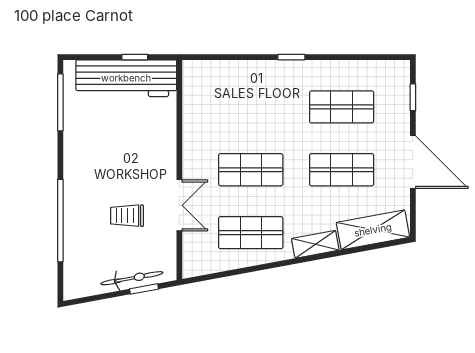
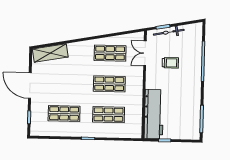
workbench: (126, 78) -> (154, 114), moved, turned 90
shop shelf: (342, 170) -> (109, 115), moved
double door: (179, 205) -> (145, 53), moved
shelving: (315, 244) -> (79, 47), removed

